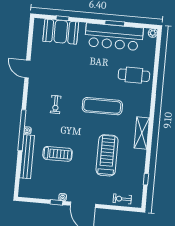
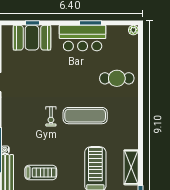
bar counter: (114, 37) -> (83, 38), width x0.73
exercise bike: (56, 104) -> (51, 116), moved
shelving: (142, 133) -> (131, 167), moved

